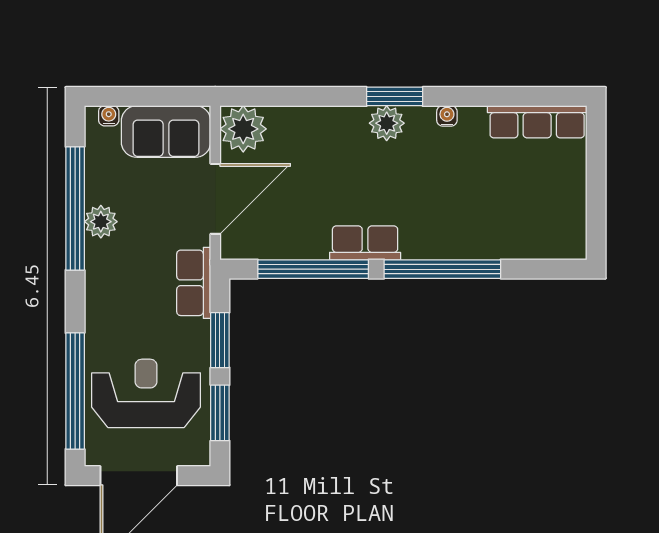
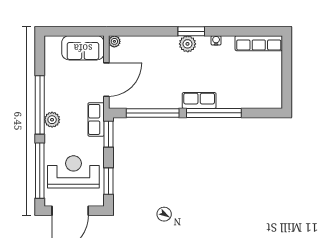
water cooler: (109, 116) -> (56, 40), removed
plant: (243, 129) -> (114, 41), width x0.53, depth x0.53
window: (75, 208) -> (40, 105), moved
plant: (101, 222) -> (52, 120), moved
row of seats: (365, 243) -> (199, 101), moved
window: (220, 340) -> (109, 134), moved

